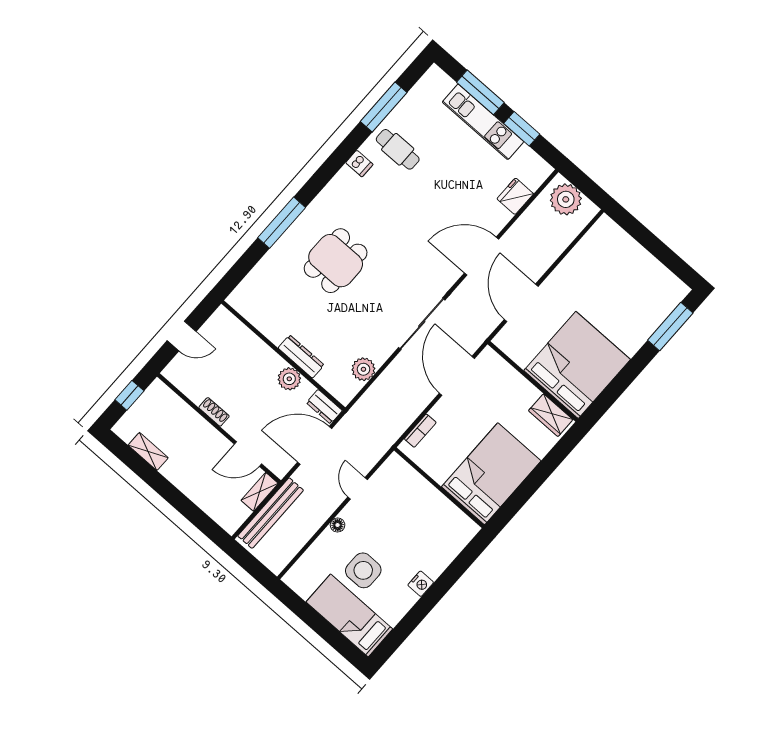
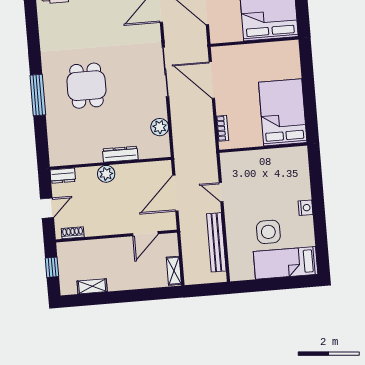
dishwasher: (359, 164) -> (46, 22), removed
plant: (289, 379) -> (106, 174), moved
dresser: (324, 407) -> (63, 176), moved
shoe rack: (214, 412) -> (73, 233), moved
wardrobe: (551, 415) -> (282, 50), removed
shelving: (260, 492) -> (174, 271), moved
bench: (271, 513) -> (216, 242), moved
floor lamp: (338, 525) -> (230, 222), removed

